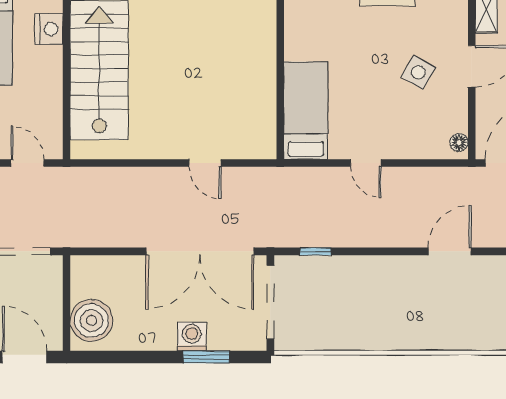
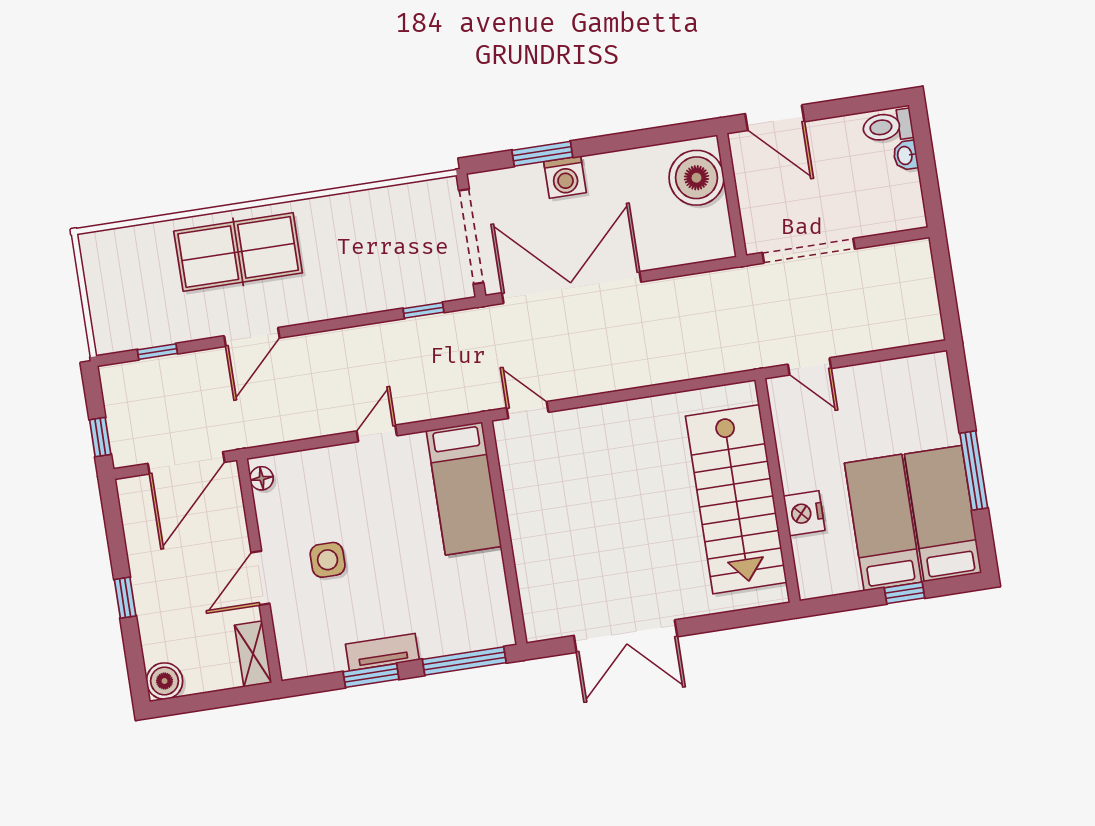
nightstand: (49, 29) -> (804, 513), moved
side table: (418, 72) -> (328, 560), turned -30
door: (205, 163) -> (528, 410), moved
door: (366, 163) -> (377, 433), hinge flipped
table tennis table: (450, 318) -> (238, 252), added

